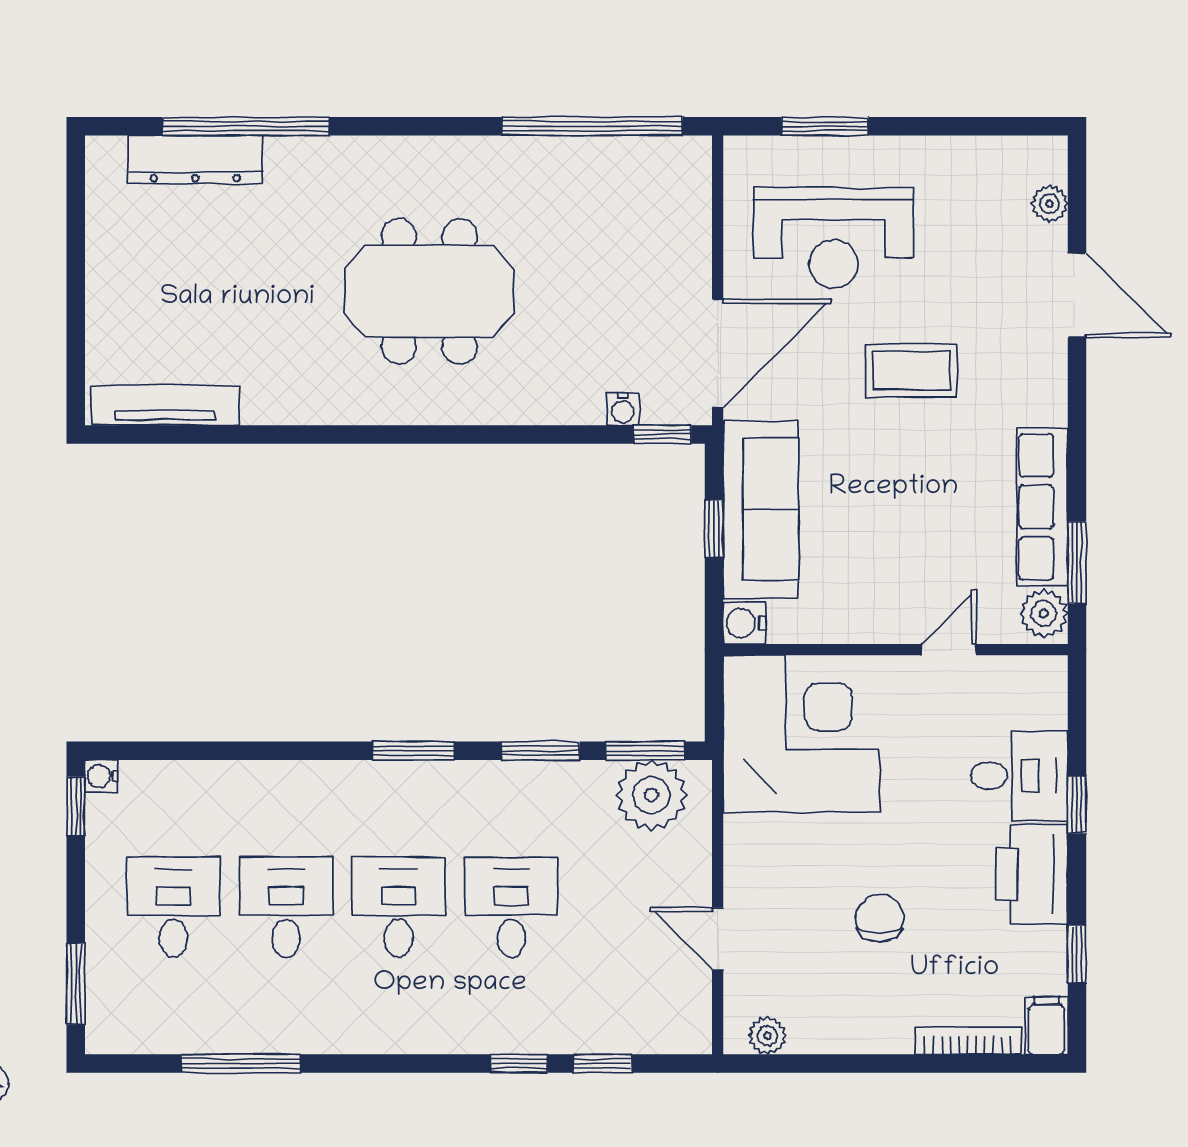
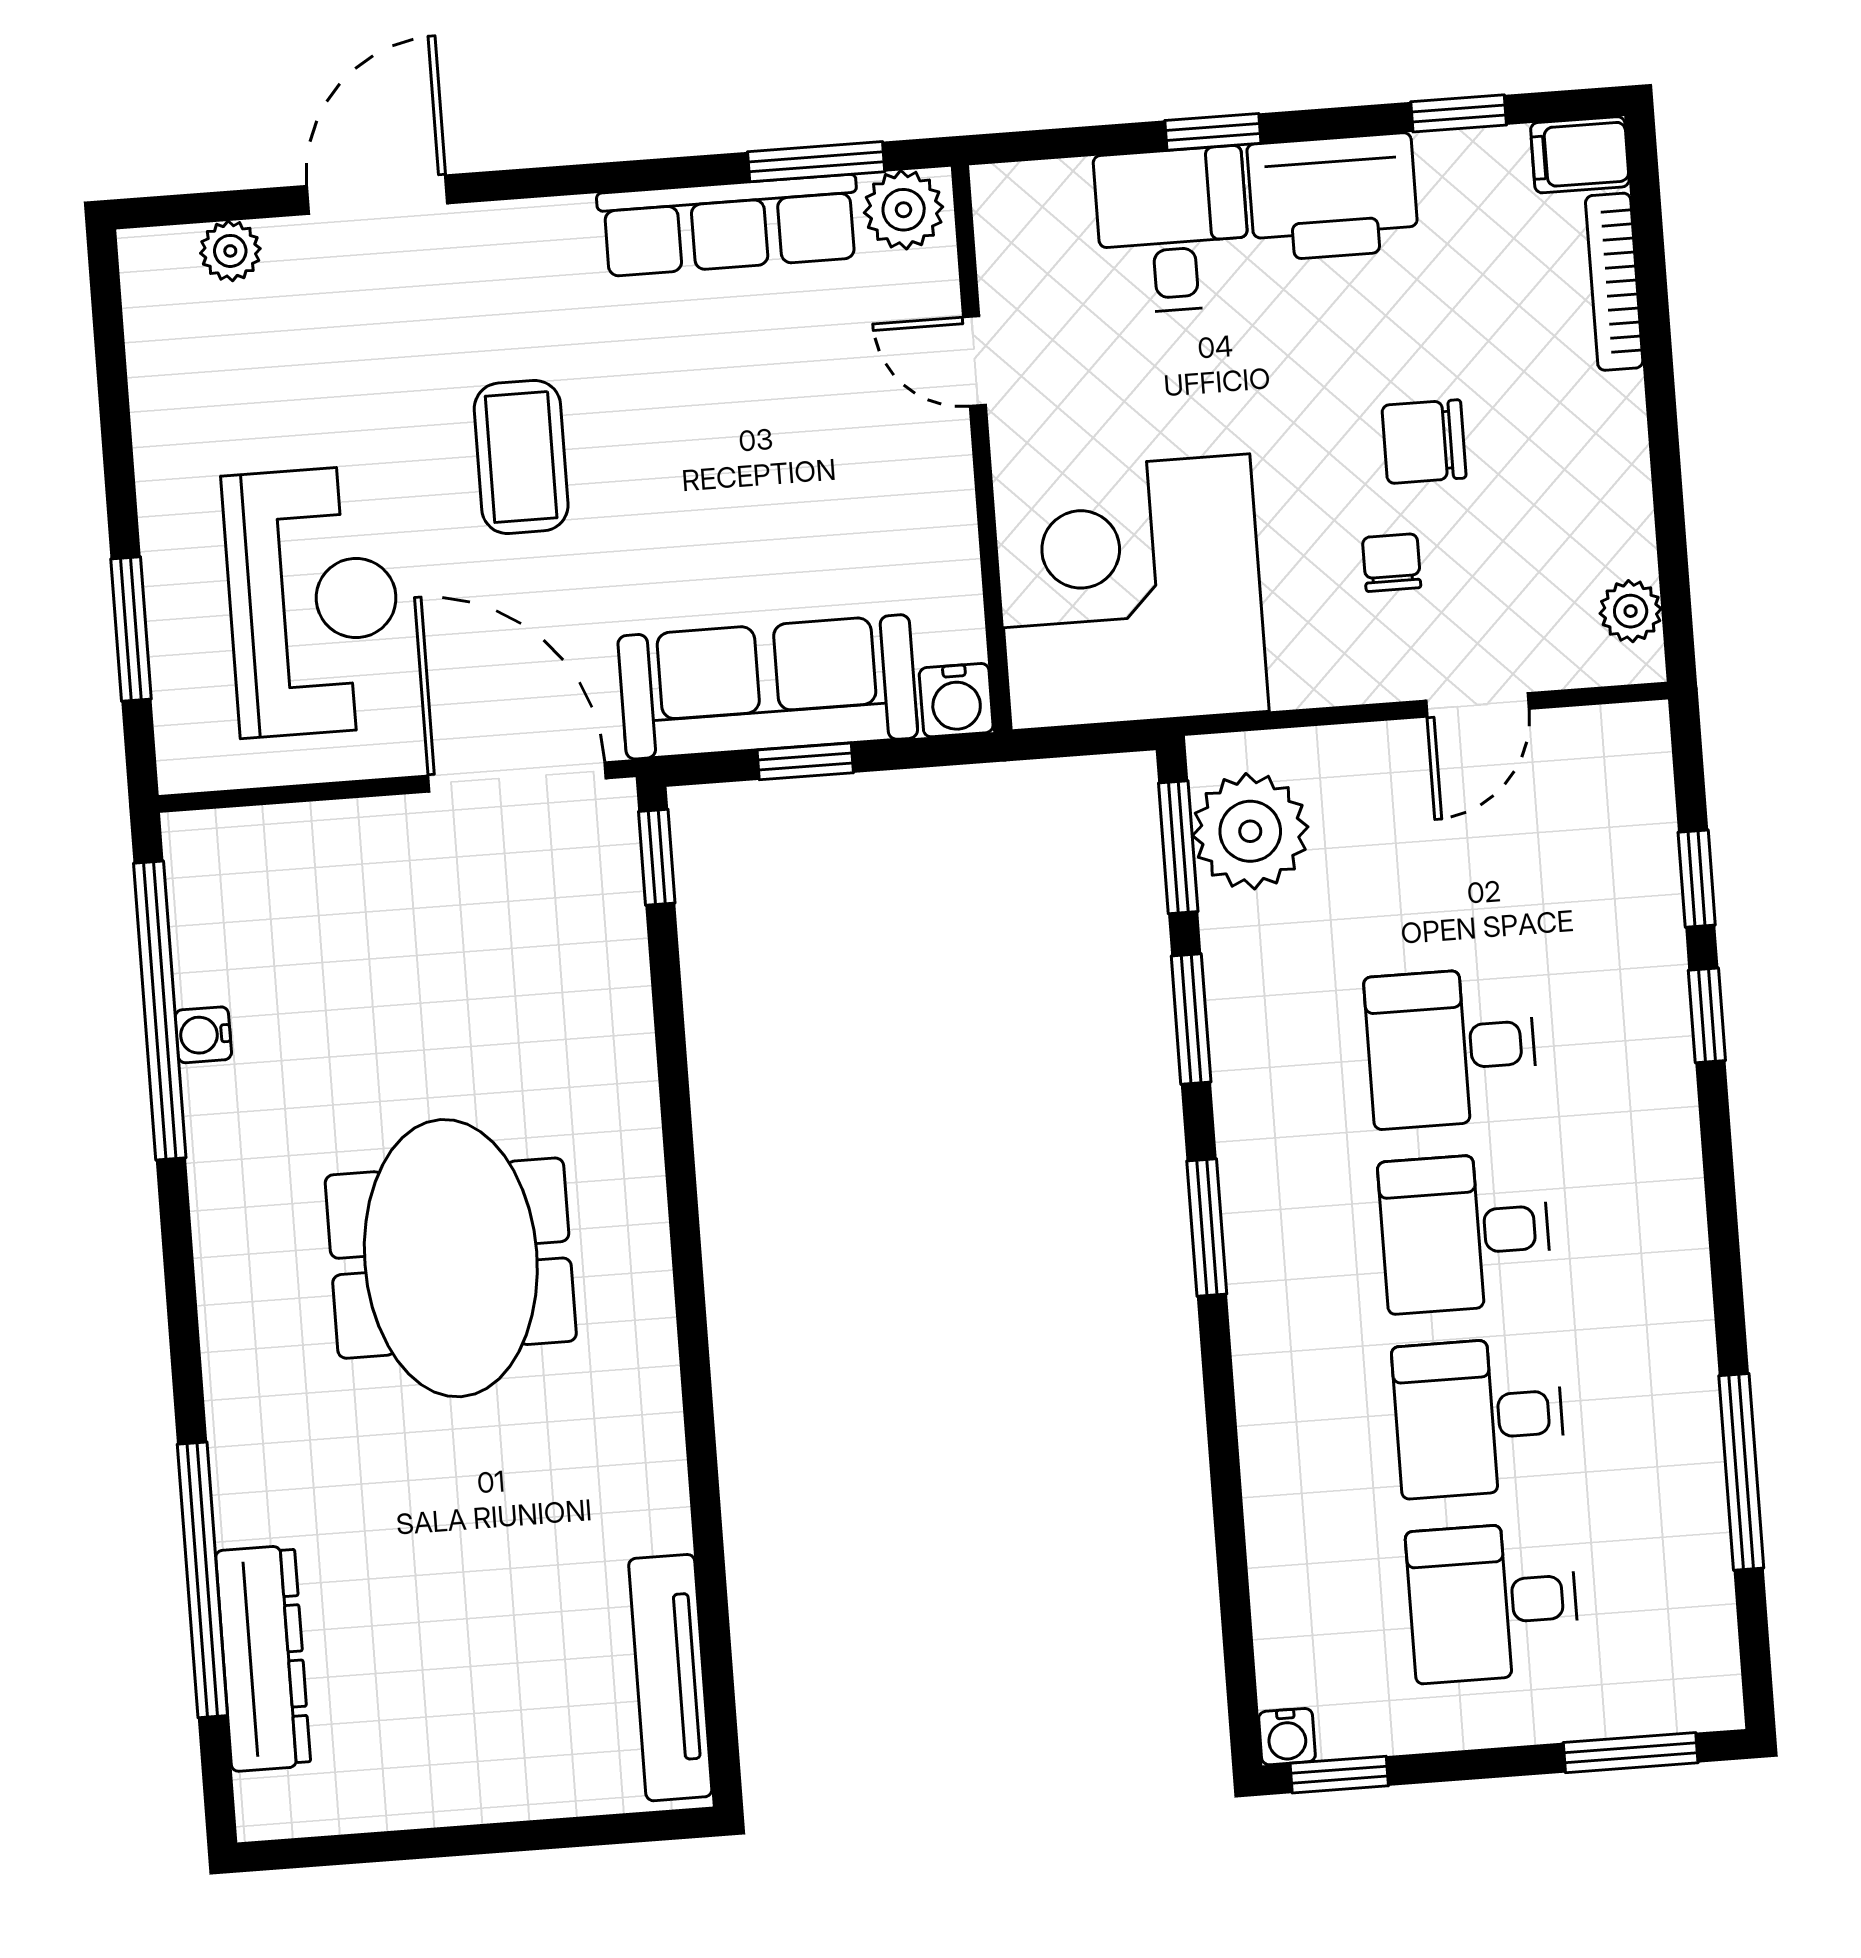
water cooler: (623, 409) -> (203, 1035), moved, turned 180
chair: (808, 893) -> (1392, 563), added

